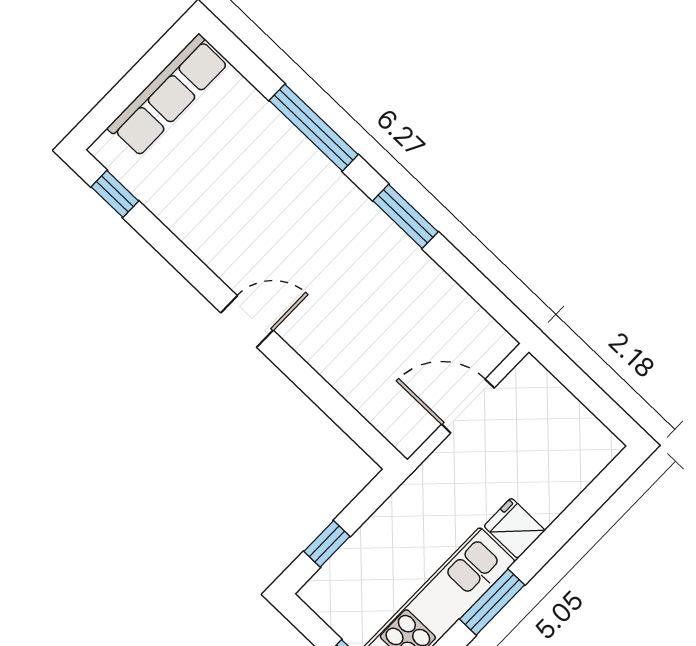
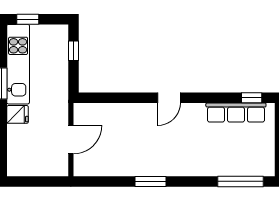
row of seats: (168, 95) -> (236, 113), moved, turned -90
window: (314, 128) -> (240, 181), moved

